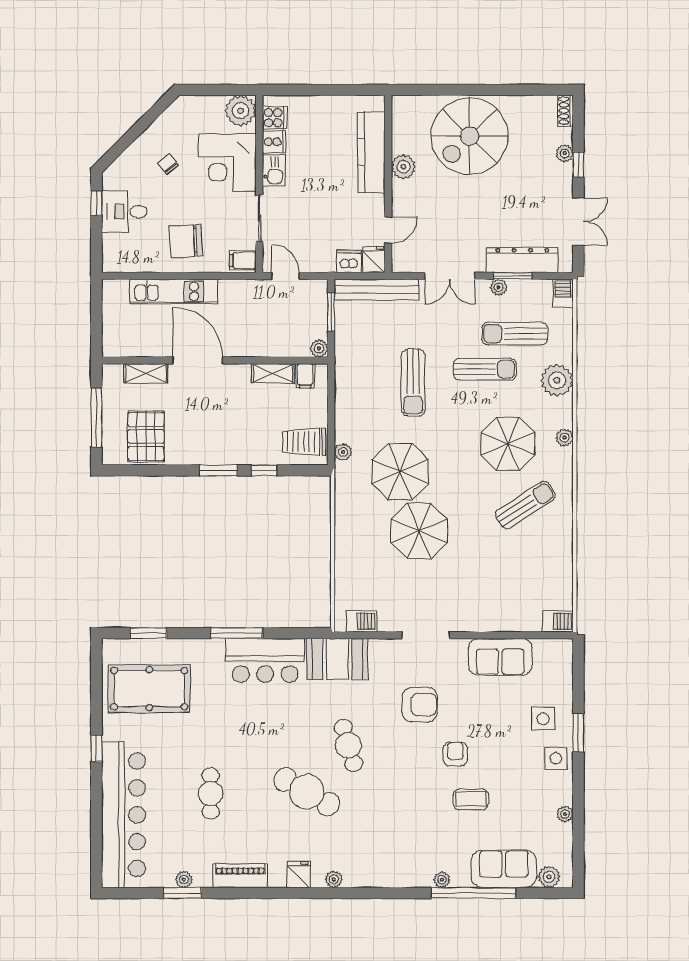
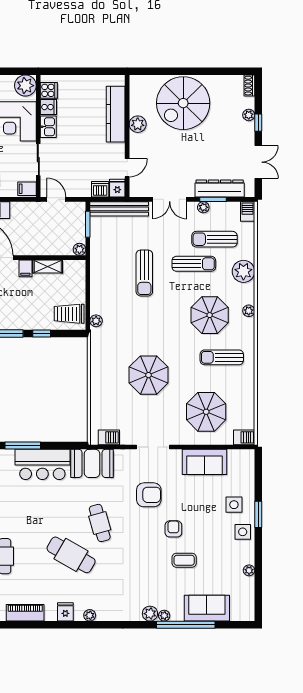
filing cabinet: (305, 376) -> (25, 268), moved
parasol: (400, 472) -> (206, 412), moved
sun lounger: (525, 505) -> (222, 357), turned -147
plant: (549, 877) -> (150, 614), moved

